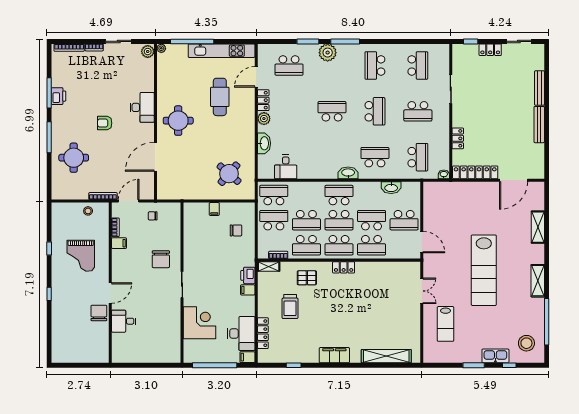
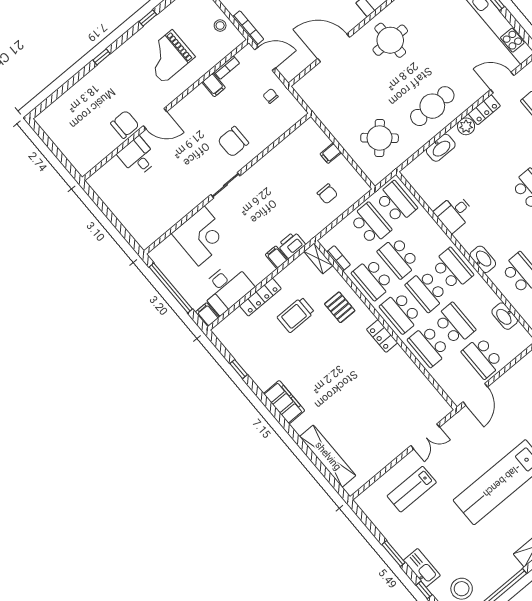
cafe table: (220, 97) -> (432, 106), moved
desk: (286, 167) -> (454, 213), moved
locker: (263, 333) -> (260, 297), moved

